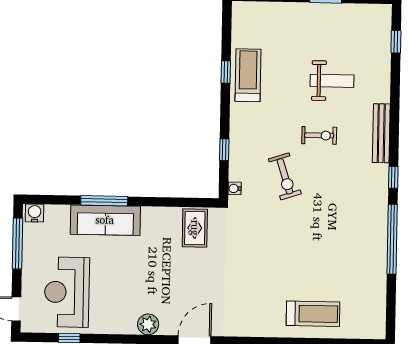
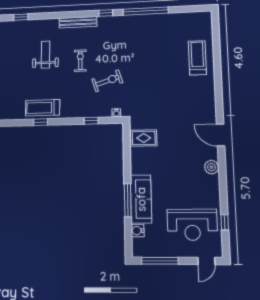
water cooler: (35, 213) -> (138, 231), moved

